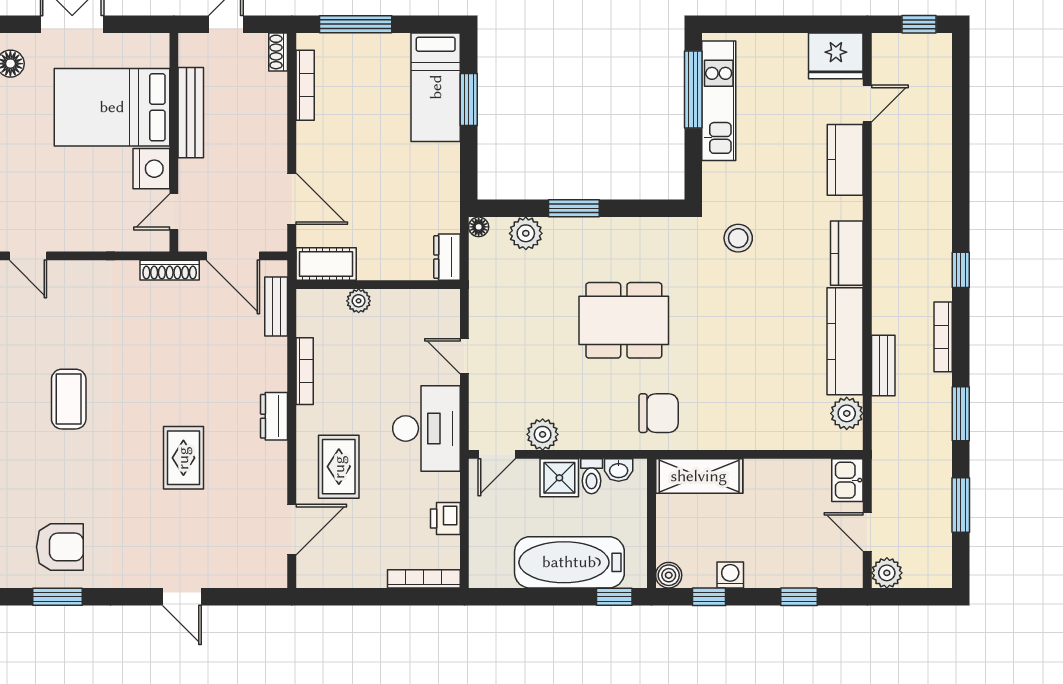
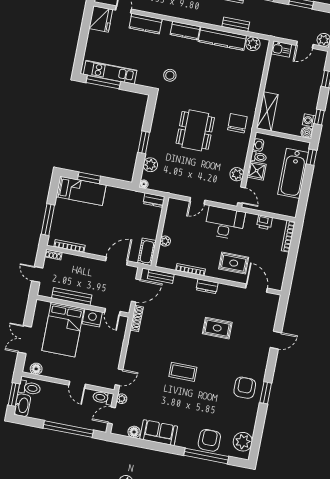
washing machine: (730, 575) -> (309, 120), moved

